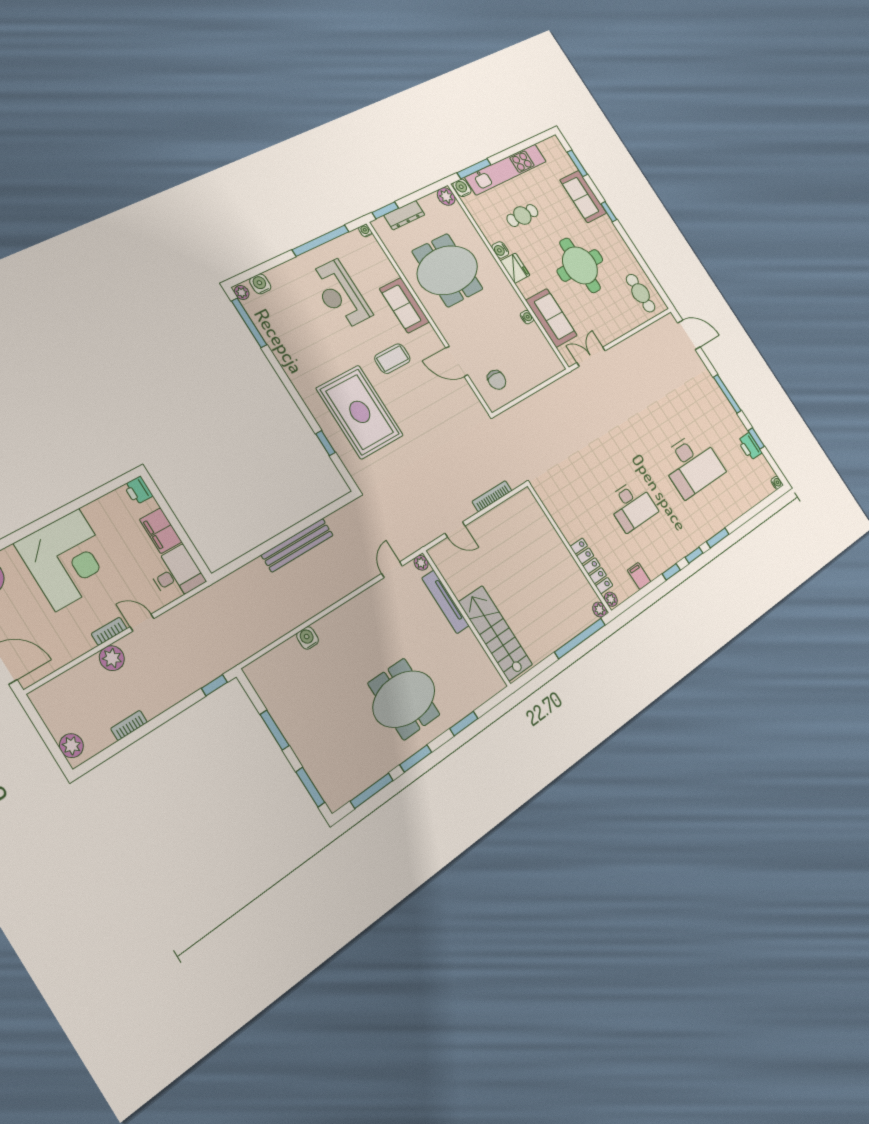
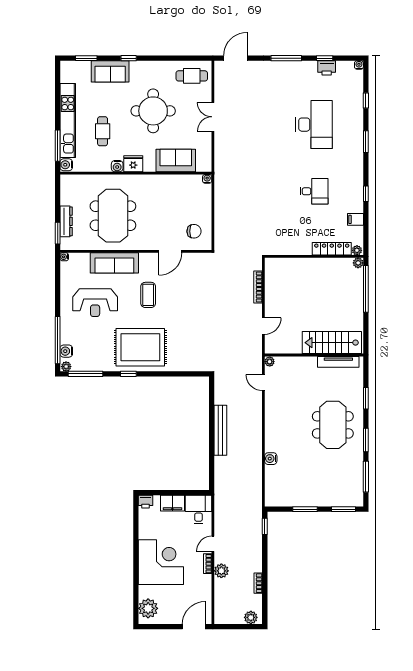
plant: (446, 197) -> (67, 181), removed
window: (321, 241) -> (58, 340), moved
sofa: (405, 305) -> (114, 263), width x1.36
water cooler: (527, 317) -> (207, 179), moved
double door: (591, 357) -> (213, 117), moved
rug: (360, 412) -> (140, 347), moved
window: (325, 443) -> (128, 374), moved
desk: (632, 506) -> (314, 191), width x0.73
window: (694, 555) -> (366, 101), moved
tv unit: (445, 602) -> (338, 362), moved

